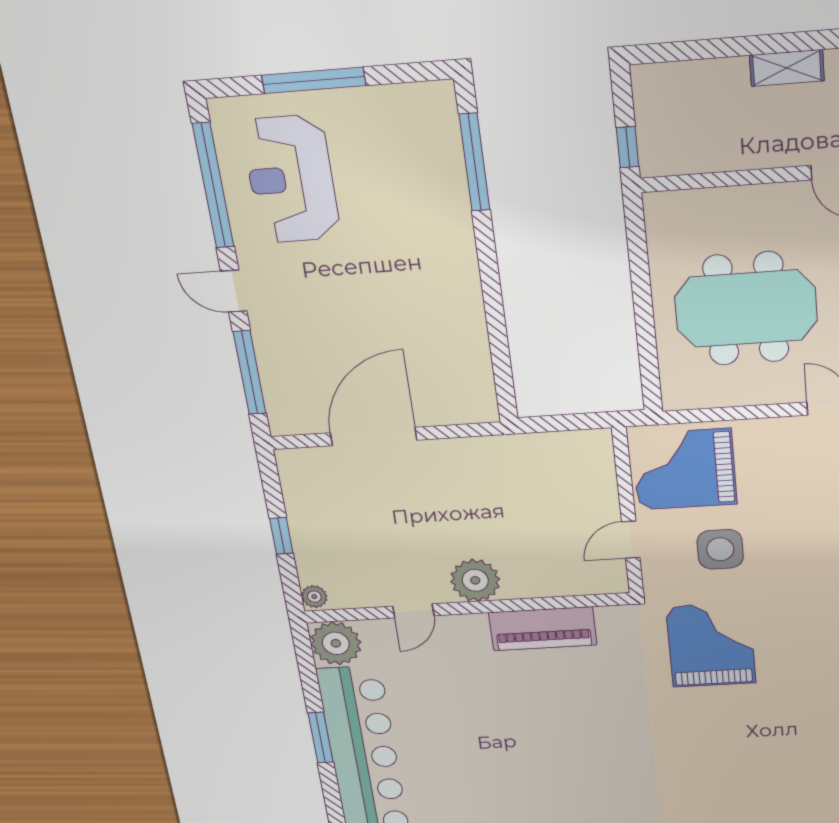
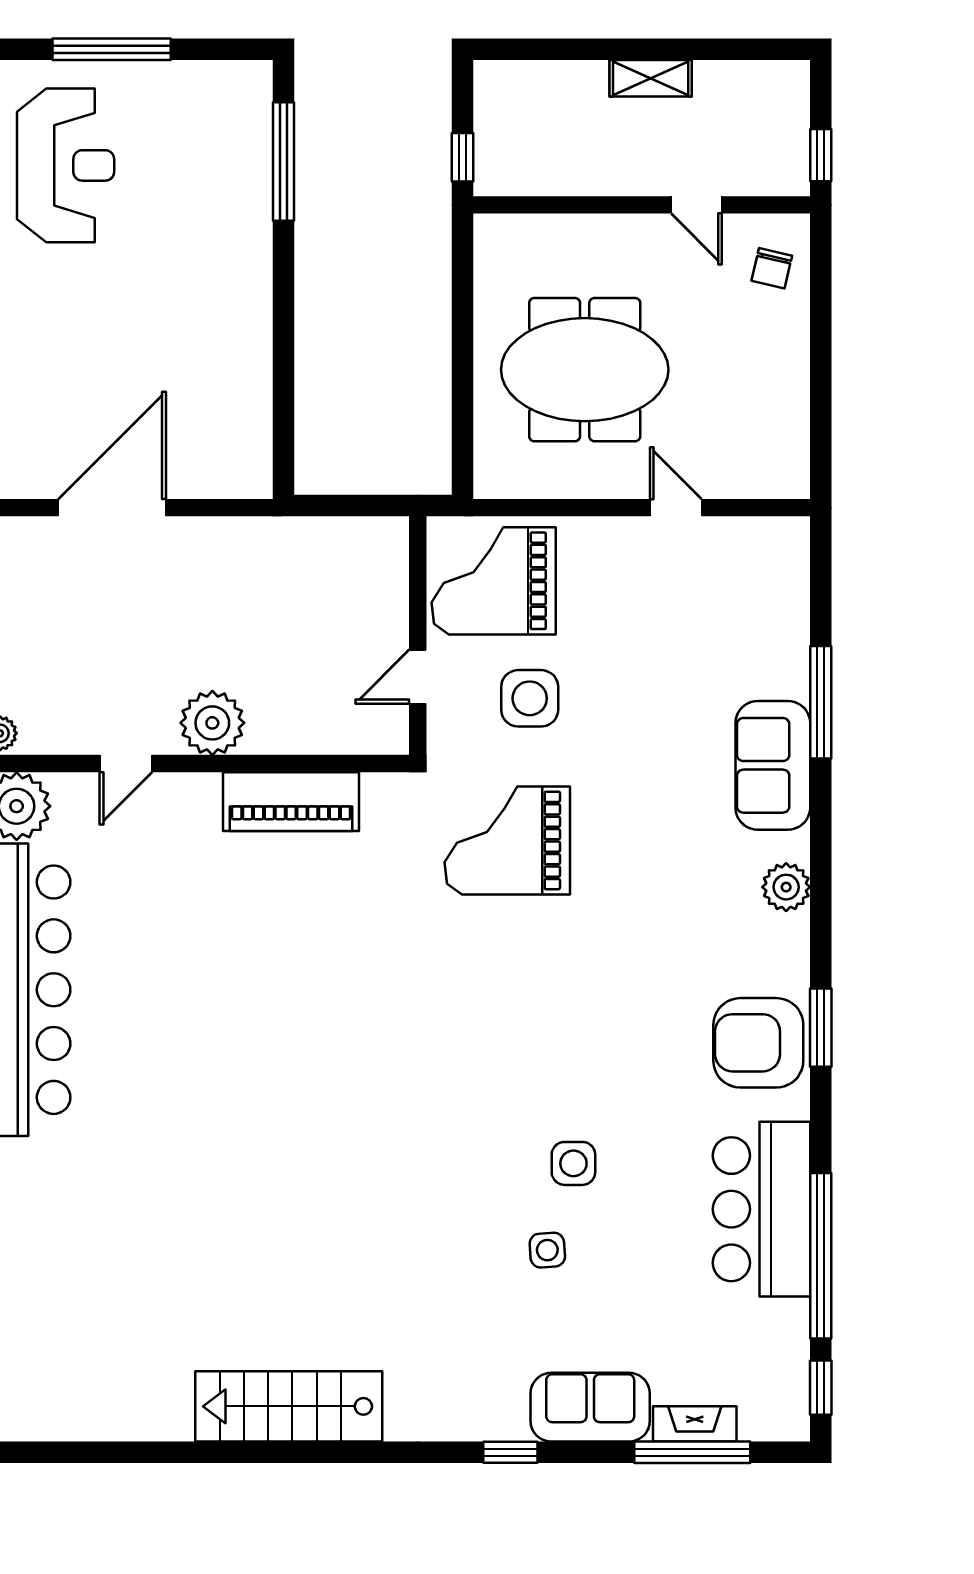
reception desk: (291, 179) -> (66, 165), turned 180
grand piano: (711, 645) -> (507, 840), turned -90

